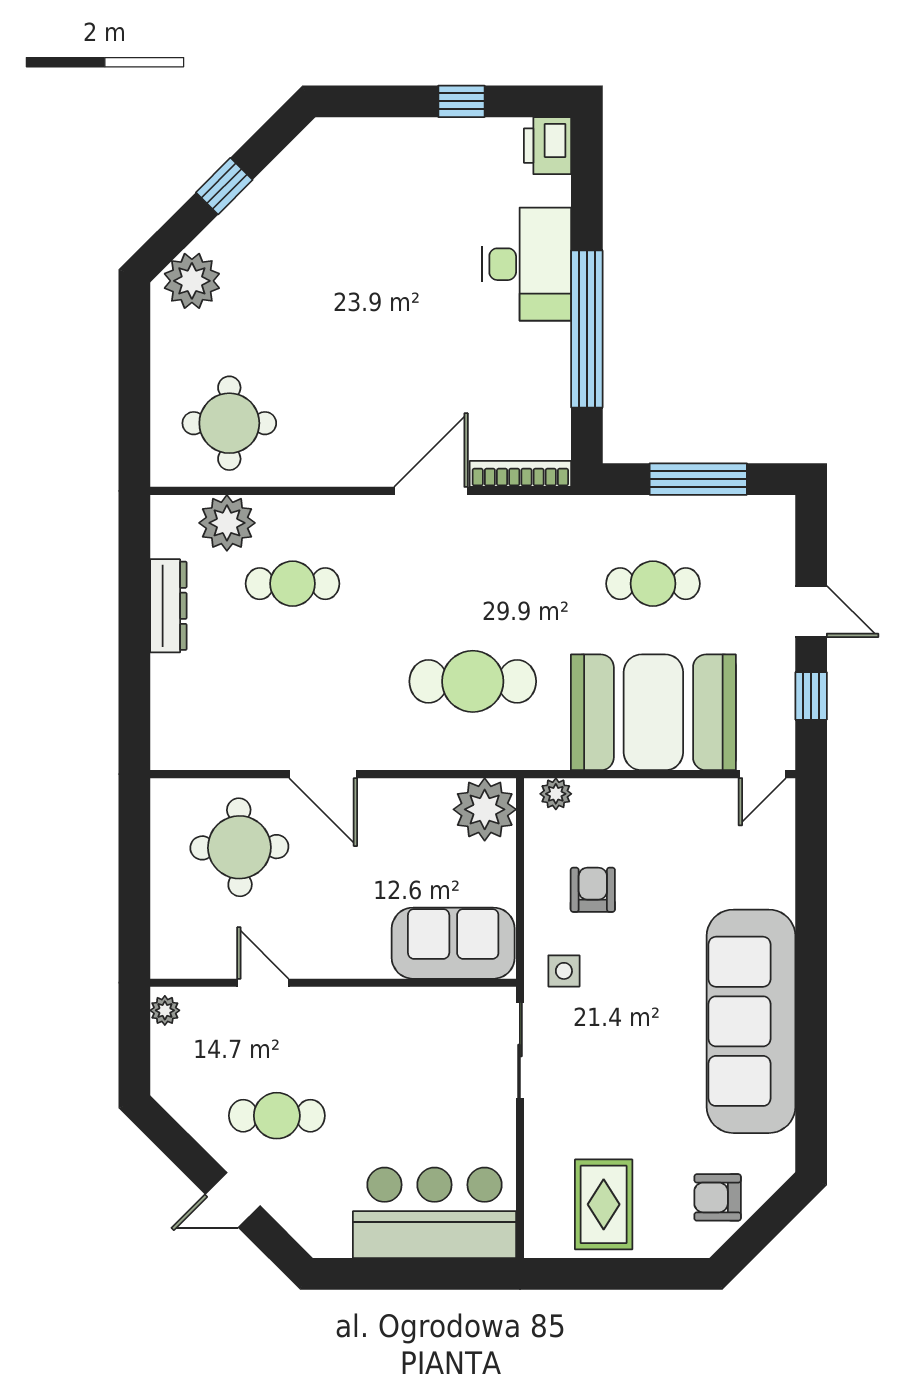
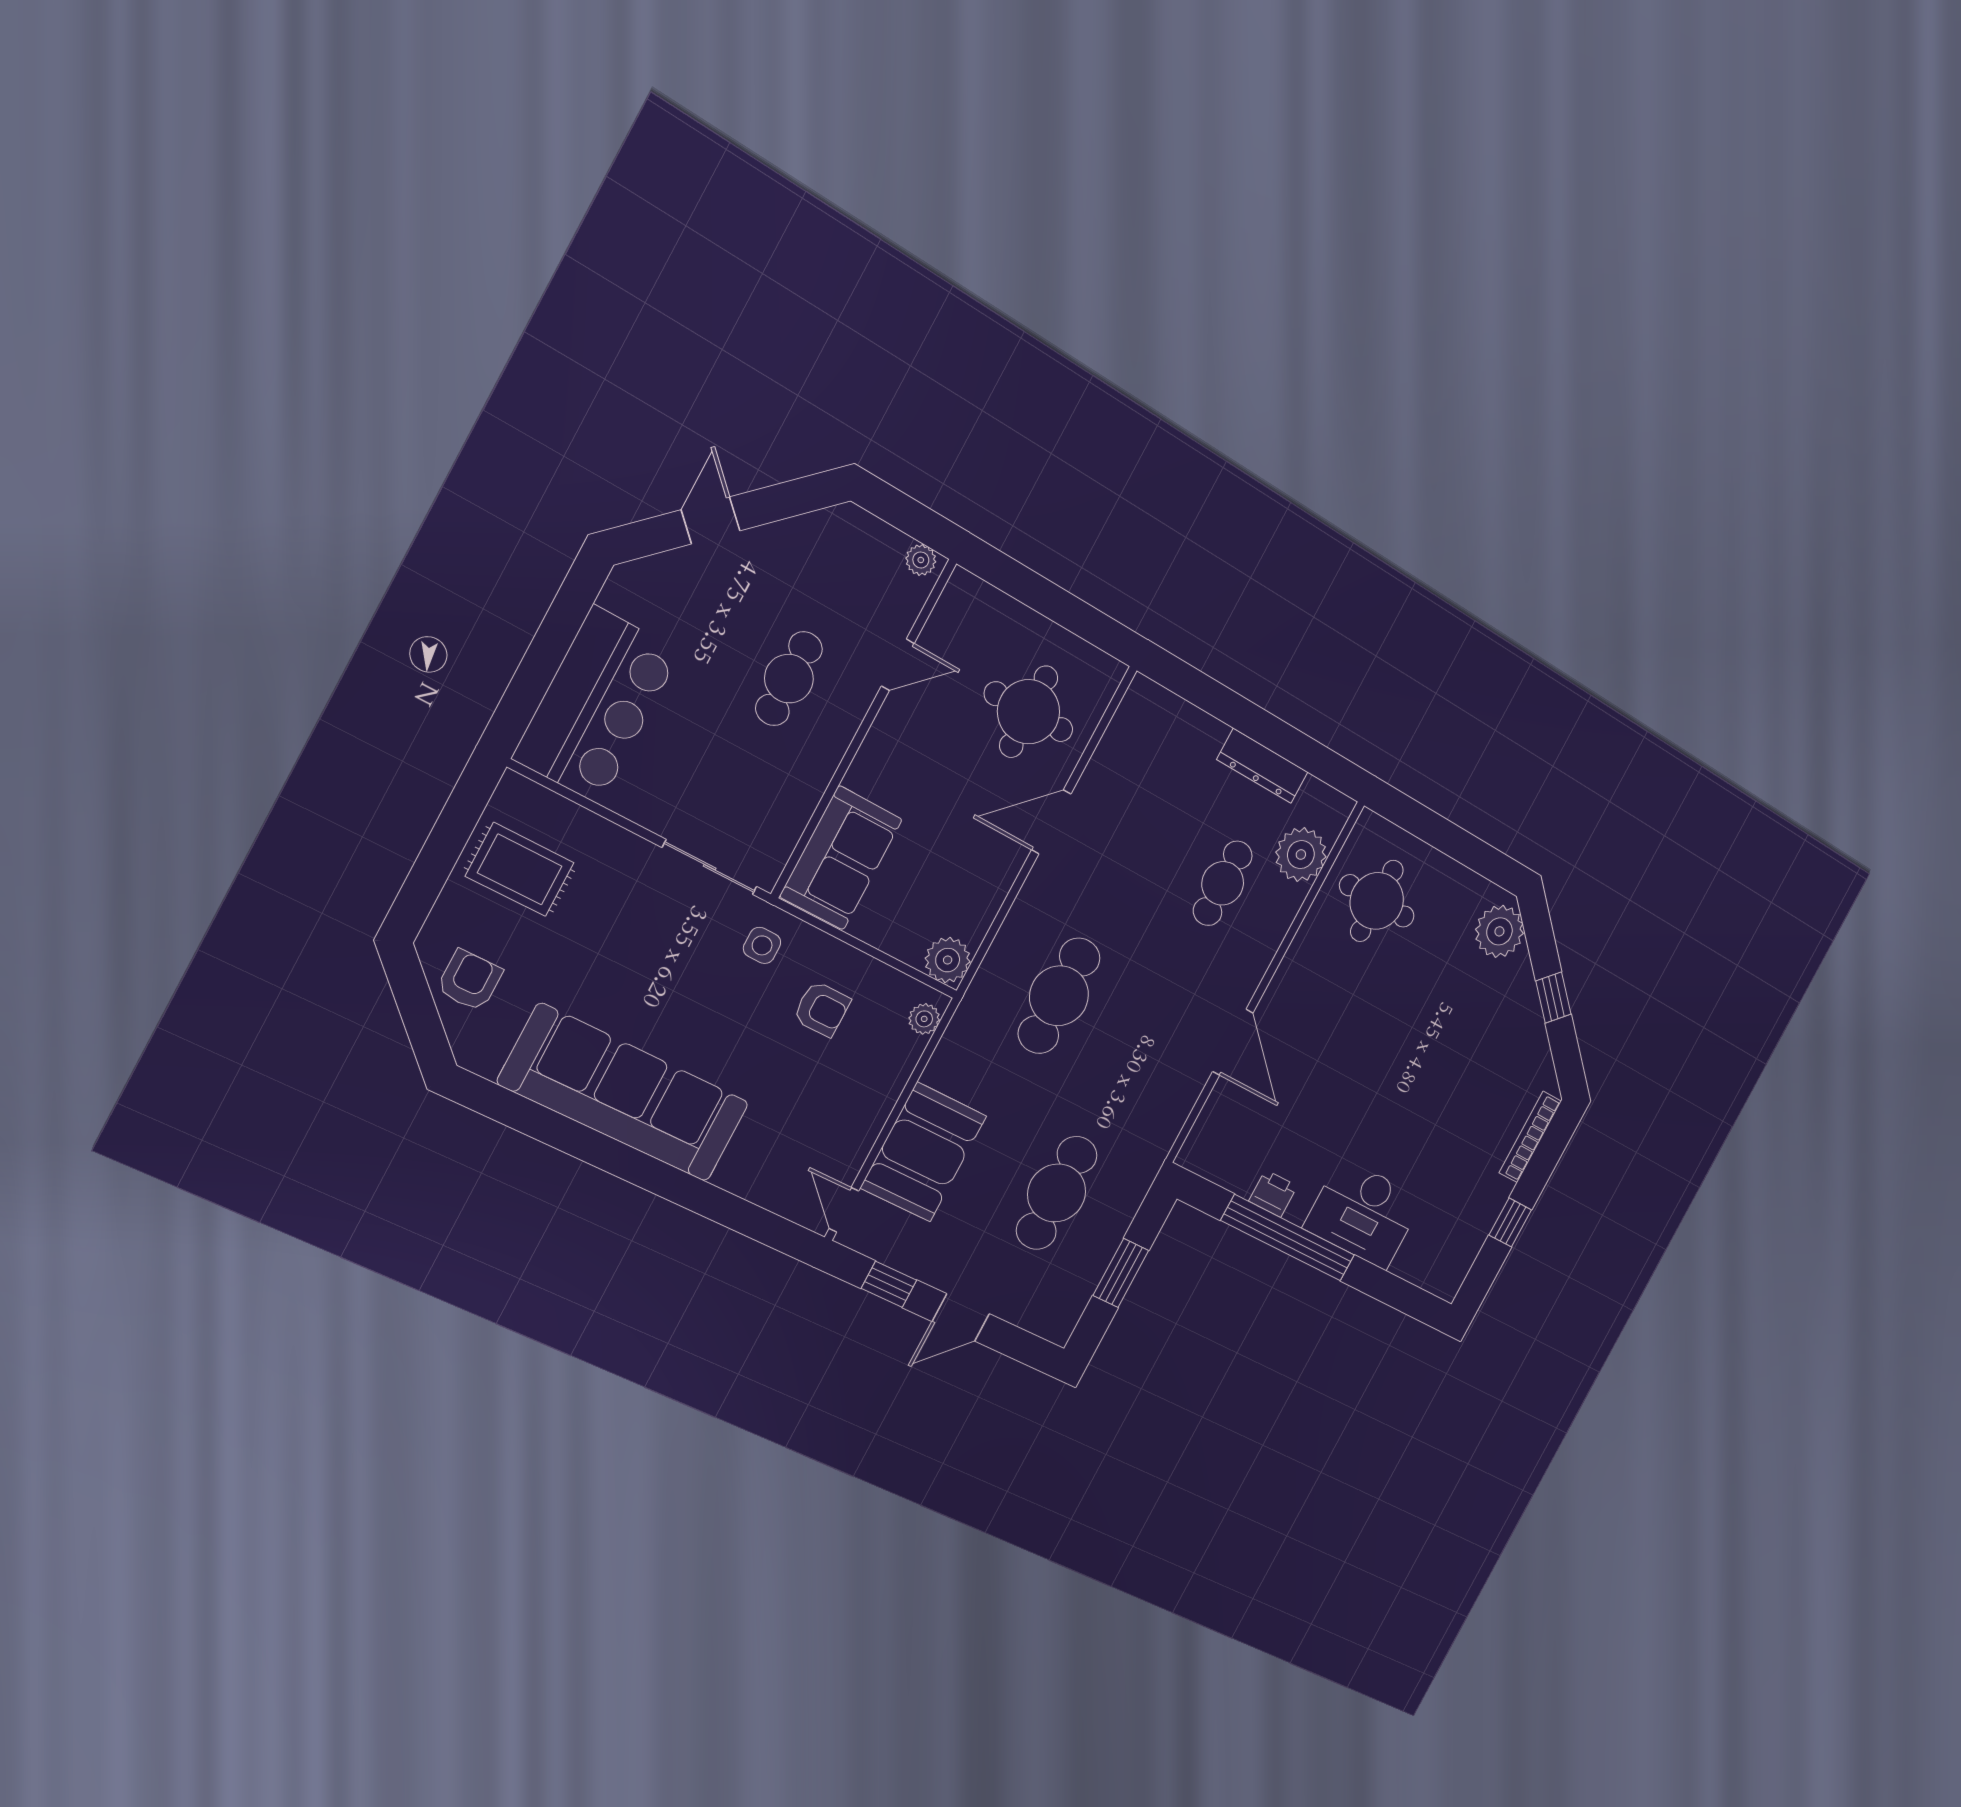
printer: (547, 146) -> (1273, 1194), moved, width x0.73, depth x0.81
bookcase: (520, 474) -> (1530, 1137), moved, turned 180
window: (698, 479) -> (1121, 1273), width x0.69
cafe table: (653, 584) -> (1057, 1193), width x1.37, depth x1.35
booth: (653, 712) -> (923, 1152), width x0.73, depth x0.70
plant: (485, 809) -> (948, 960), width x0.73, depth x0.73
cafe table: (277, 1116) -> (789, 679), moved

